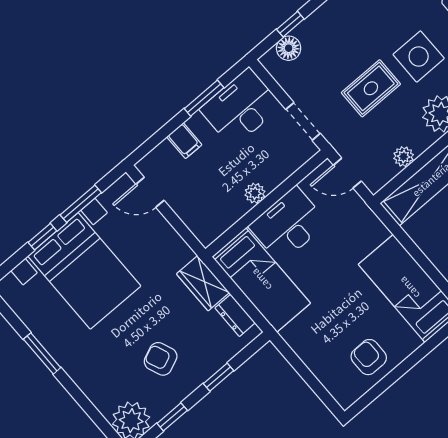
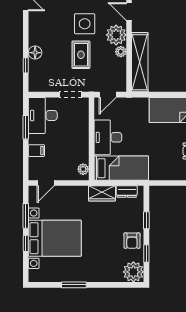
floor lamp: (289, 48) -> (35, 53), moved
plant: (404, 157) -> (121, 52), moved
plant: (255, 193) -> (83, 169), moved
armchair: (161, 359) -> (132, 241), moved, turned -67

